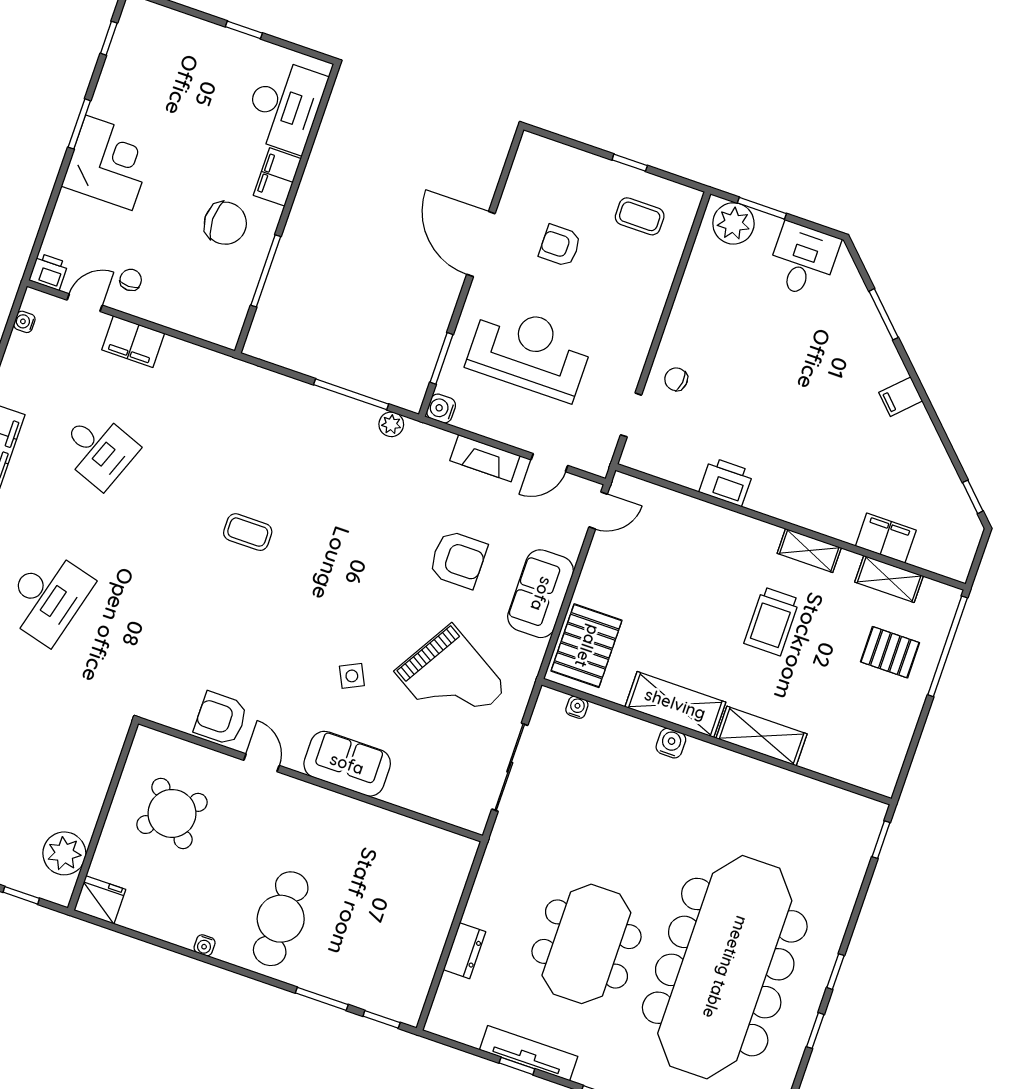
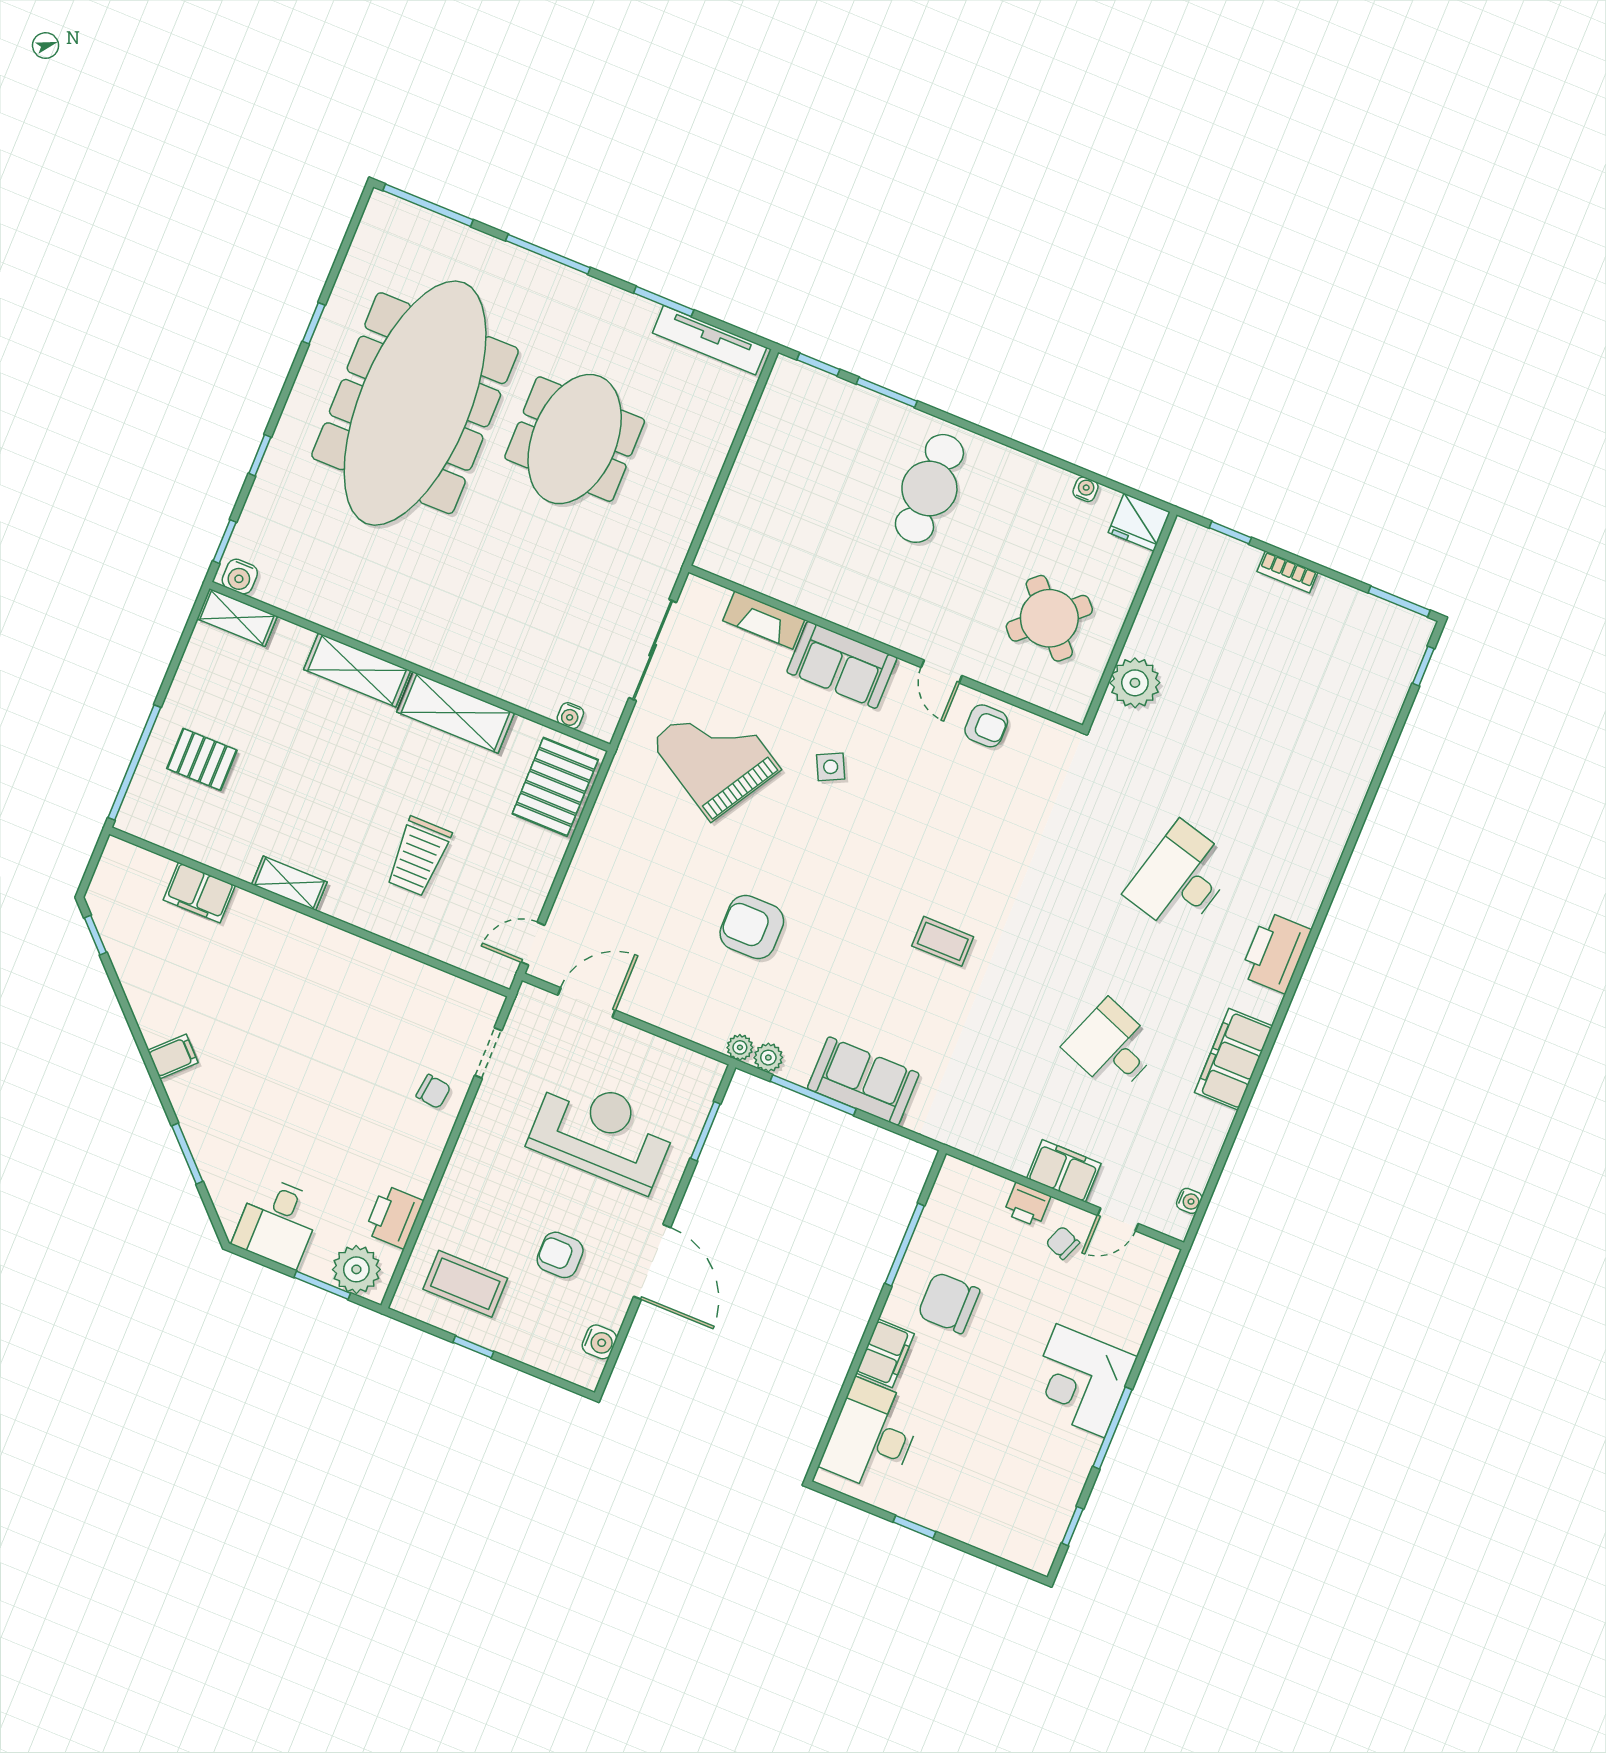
window: (79, 124) -> (1112, 1428), width x1.44
coffee table: (640, 216) -> (465, 1284), width x1.36, depth x1.30
armchair: (560, 246) -> (560, 1255), turned 180
printer: (49, 272) -> (1027, 1205), moved
chair: (131, 280) -> (1063, 1243), turned 112
reception desk: (530, 352) -> (602, 1133), turned 180
water cooler: (441, 408) -> (599, 1342), moved
plant: (416, 432) -> (740, 1047), added
fireplace: (485, 458) -> (764, 620), moved, turned 180
door: (549, 463) -> (587, 1003), width x1.38
printer: (726, 482) -> (394, 1217), moved, turned 90
armchair: (458, 559) -> (752, 927), moved
shelving: (889, 579) -> (237, 617), moved
sofa: (541, 594) -> (863, 1081), moved, turned -90
trolley: (772, 621) -> (418, 856), moved, turned 180
armchair: (221, 718) -> (986, 726), width x0.72, depth x0.72
water cooler: (671, 743) -> (240, 577), moved
plant: (64, 853) -> (1135, 683), moved
water cooler: (205, 945) -> (1086, 489), moved
dresser: (464, 951) -> (717, 439), removed
window: (836, 972) -> (260, 455), moved
tv unit: (529, 1053) -> (710, 340), moved
window: (517, 1066) -> (664, 301), width x1.50

